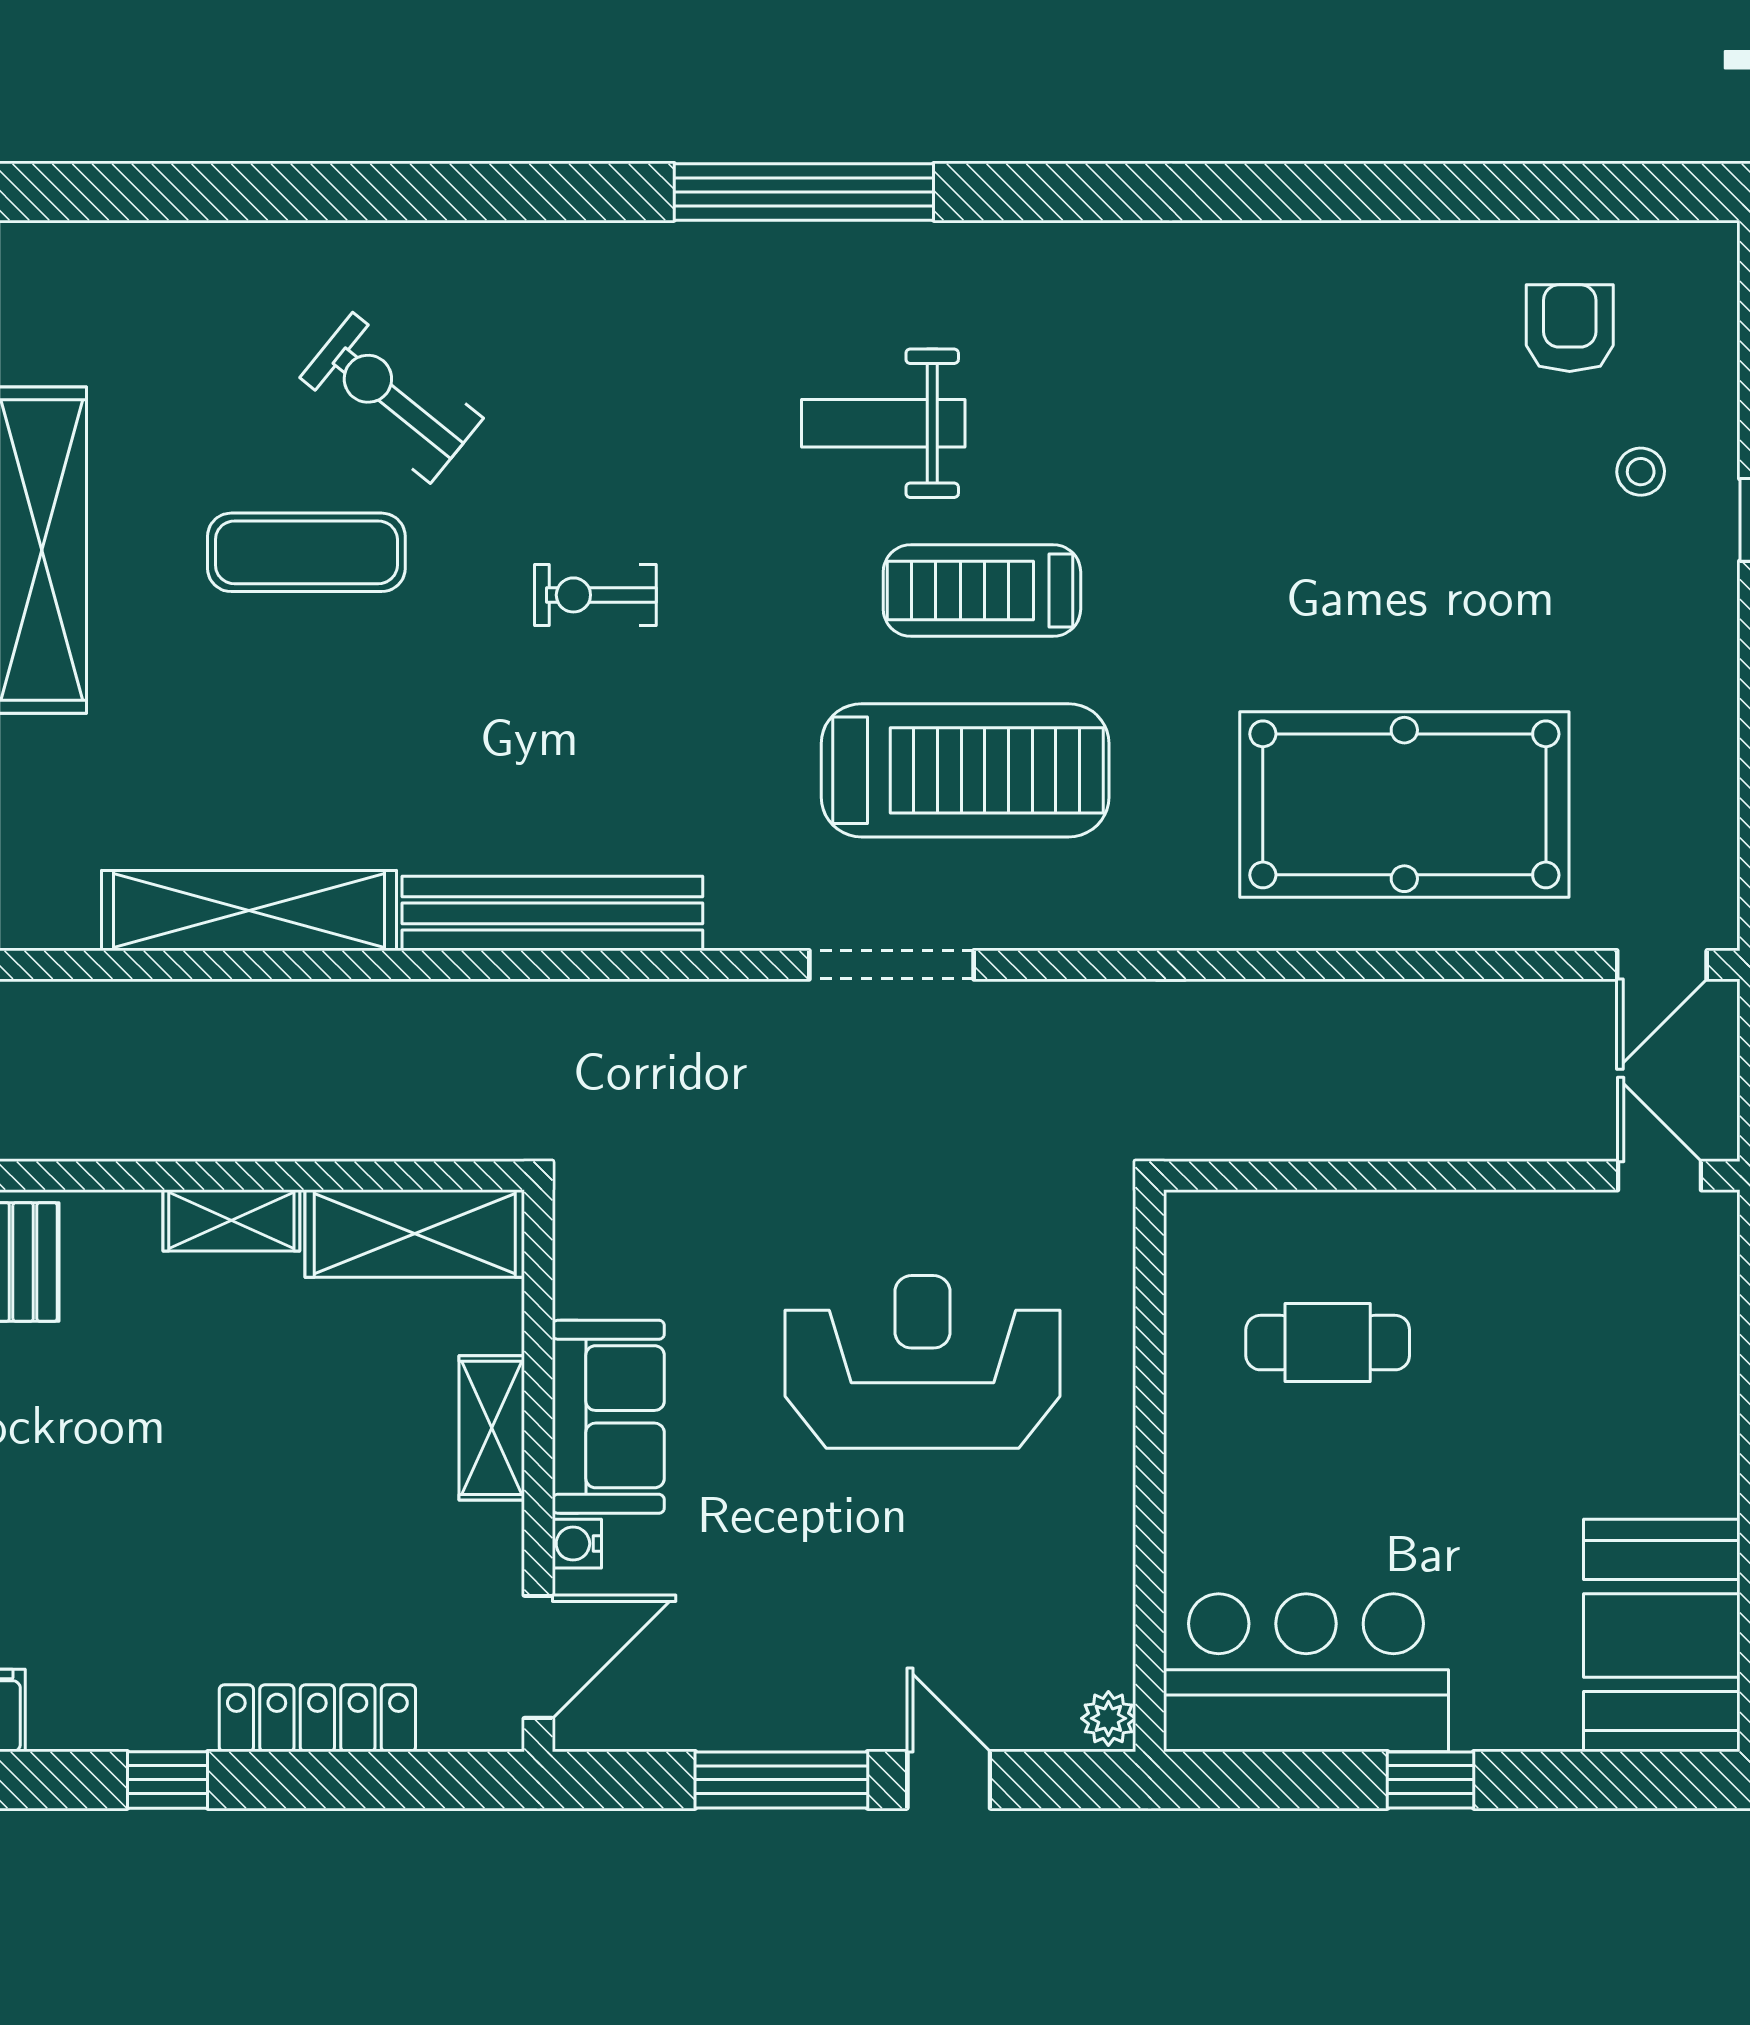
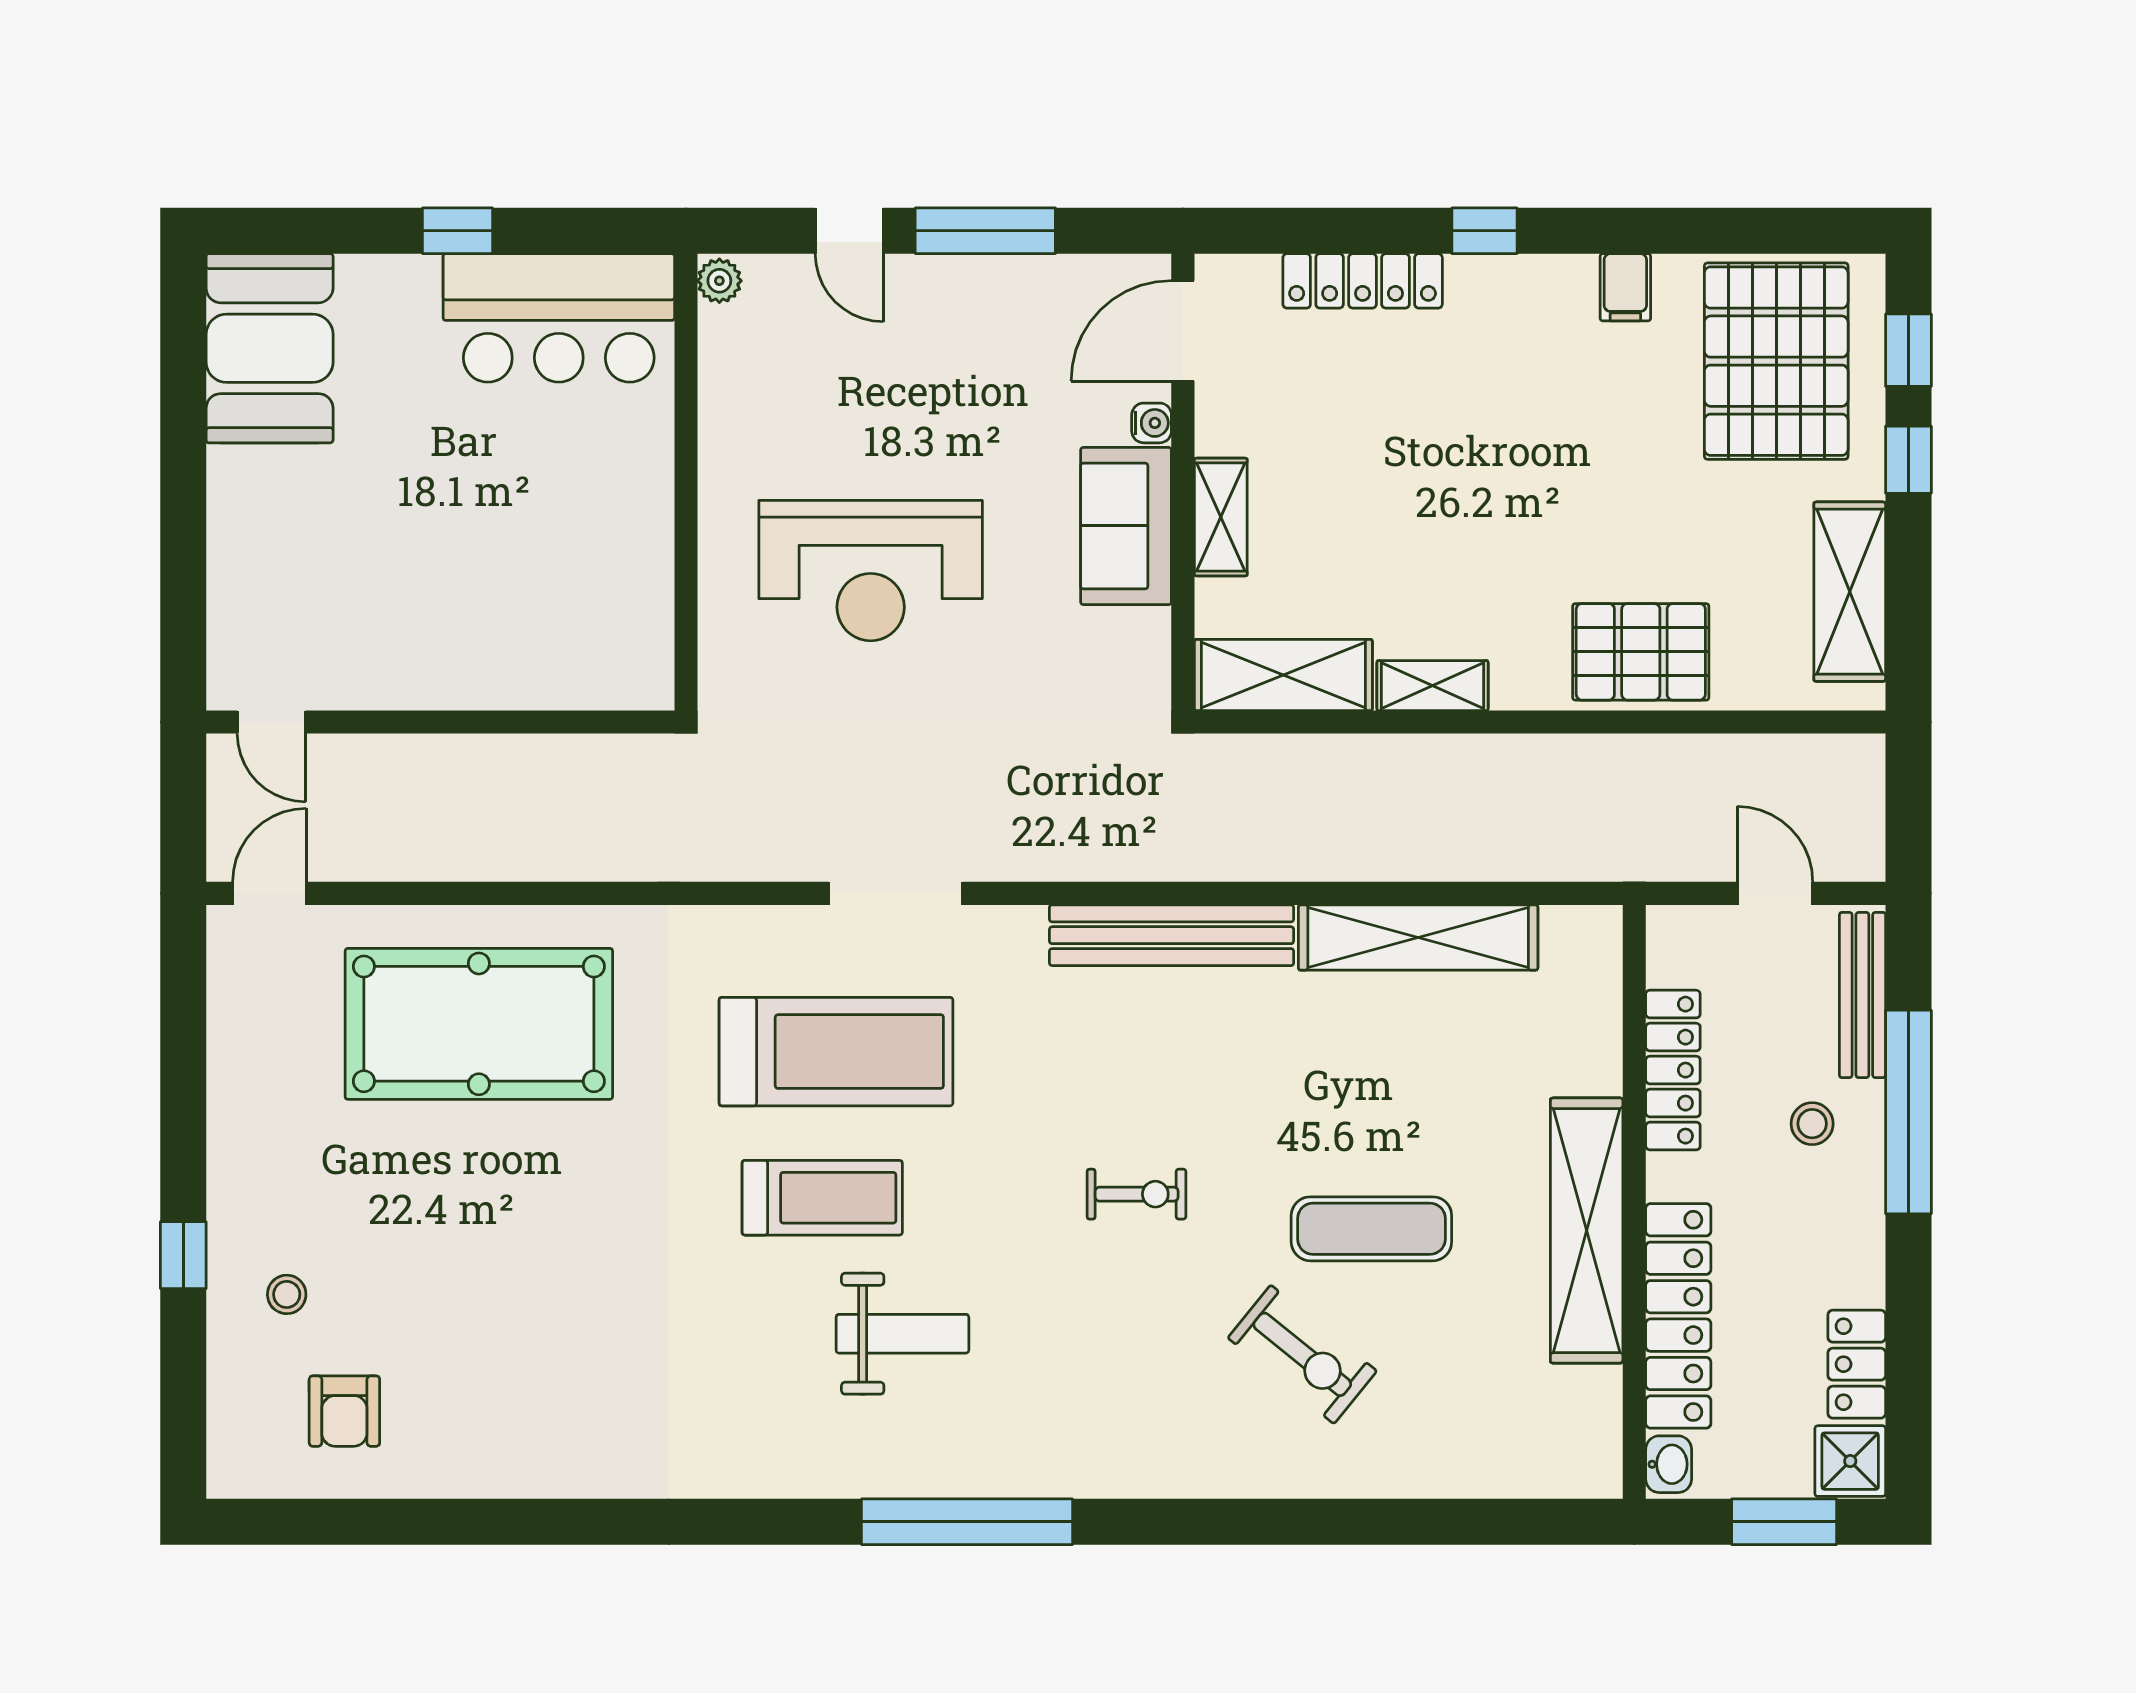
treadmill: (965, 770) -> (836, 1052), turned 180
cafe table: (1328, 1343) -> (541, 586), removed

